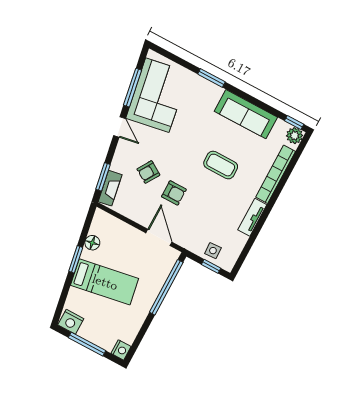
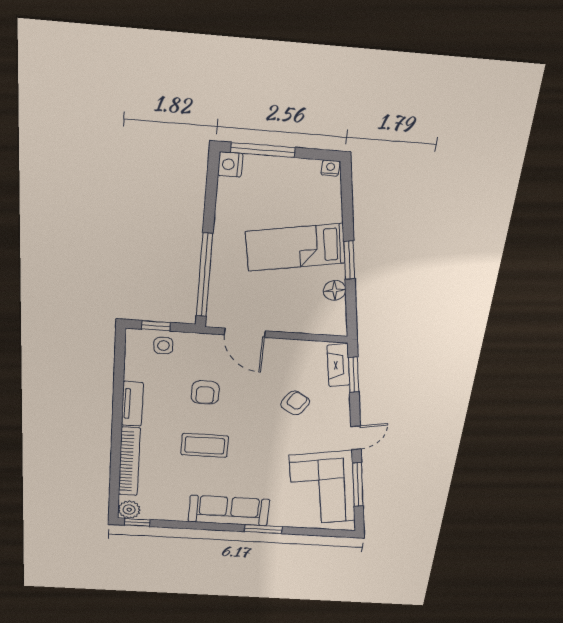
sofa: (246, 114) -> (229, 511), moved
door: (120, 127) -> (356, 438), swing flipped
armchair: (174, 193) -> (205, 392), moved, turned -90
nightstand: (71, 322) -> (330, 168), width x0.53, depth x0.56
window: (87, 344) -> (263, 150), moved

